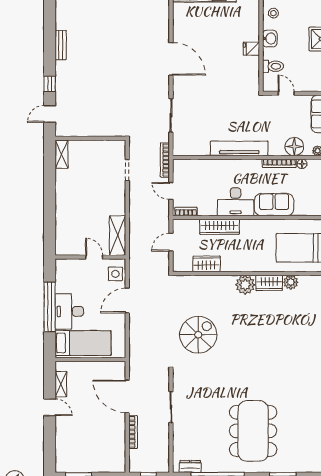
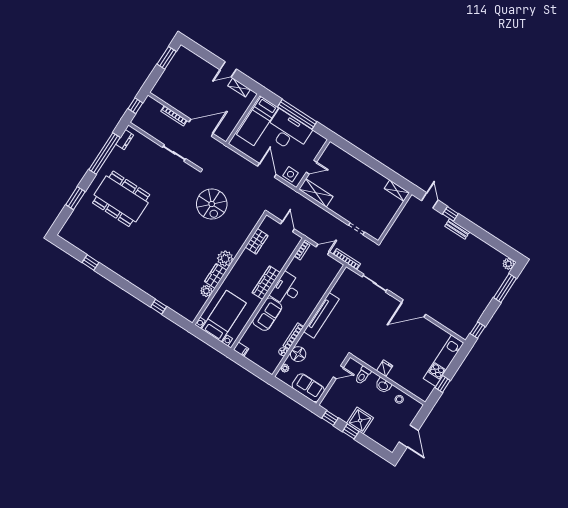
bench: (61, 45) -> (457, 229), moved
wardrobe: (219, 227) -> (266, 283), moved
desk: (69, 311) -> (288, 132), width x1.36, depth x1.30

